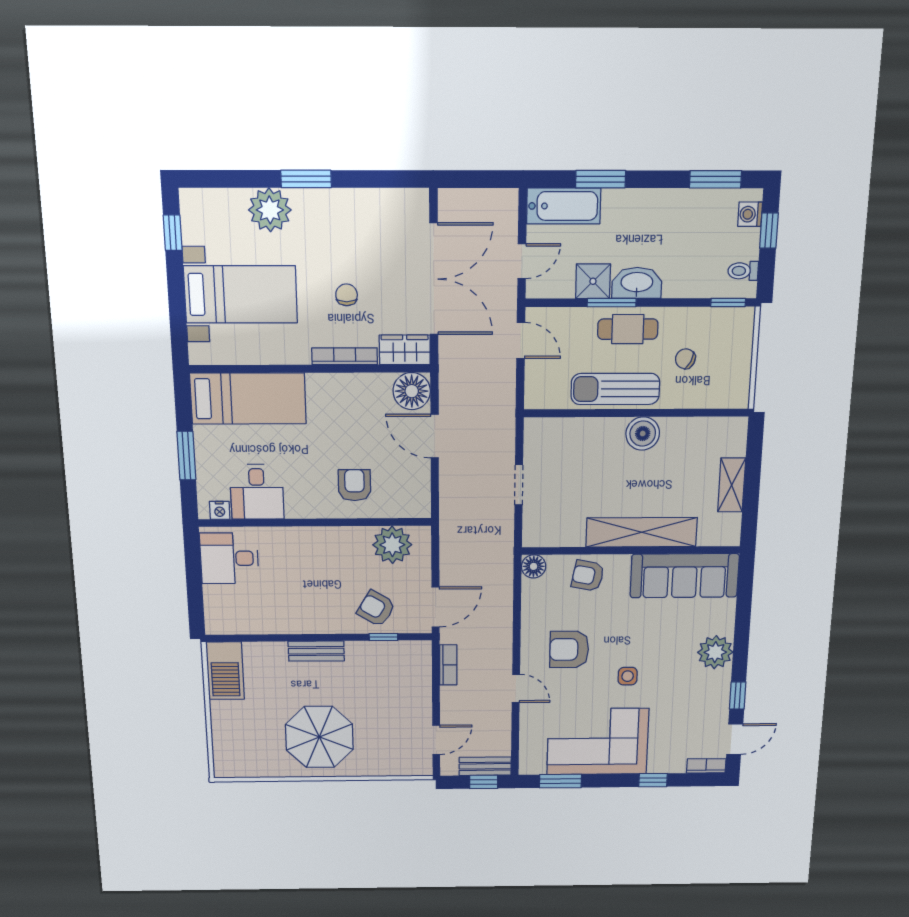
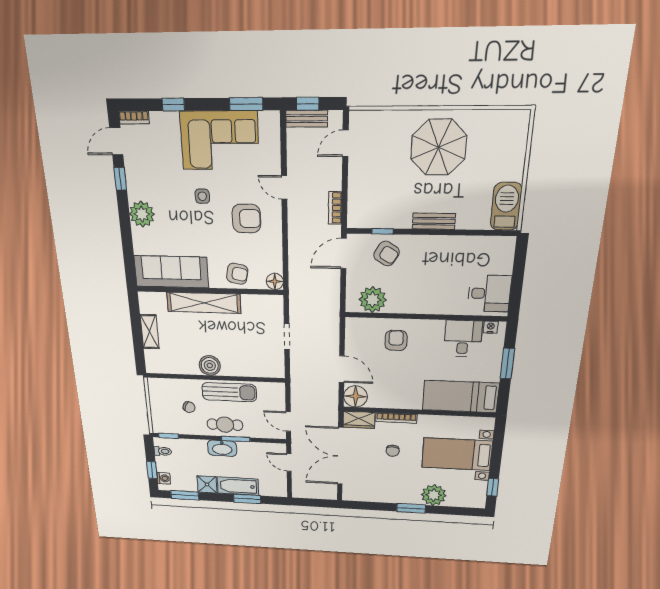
bathtub: (564, 206) -> (238, 486), moved
door: (522, 261) -> (289, 463), hinge flipped
shower: (593, 281) -> (207, 484), moved
armchair: (355, 485) -> (396, 340), turned 180

